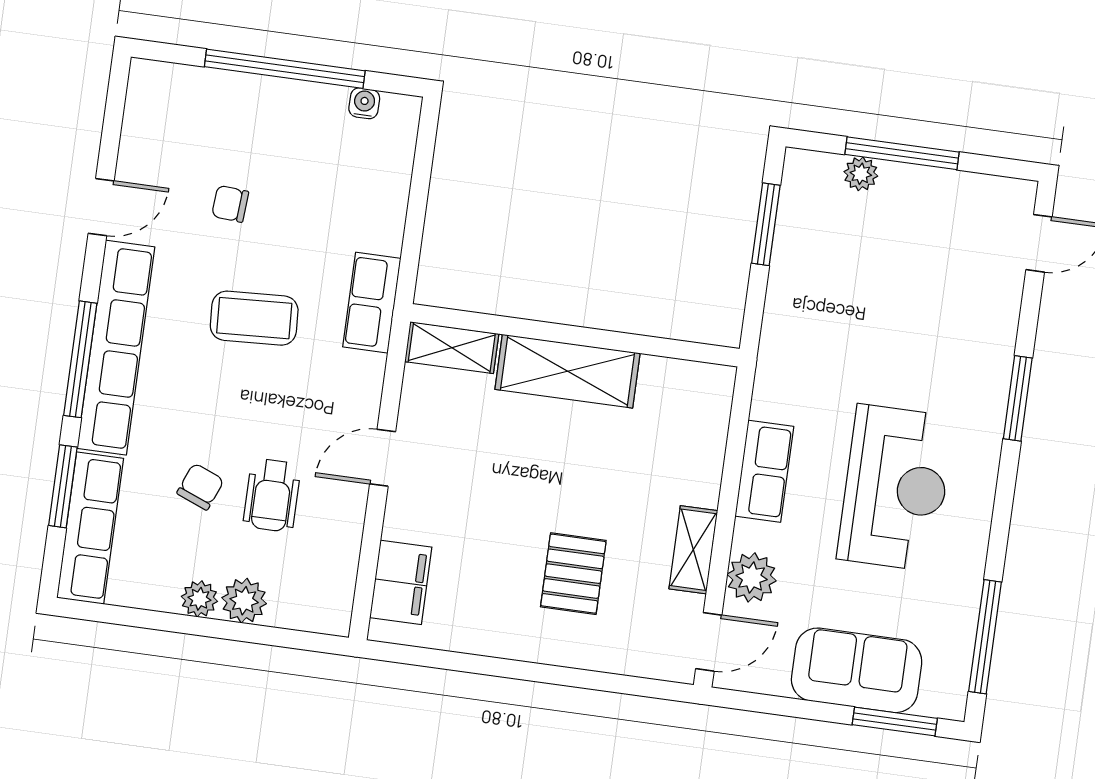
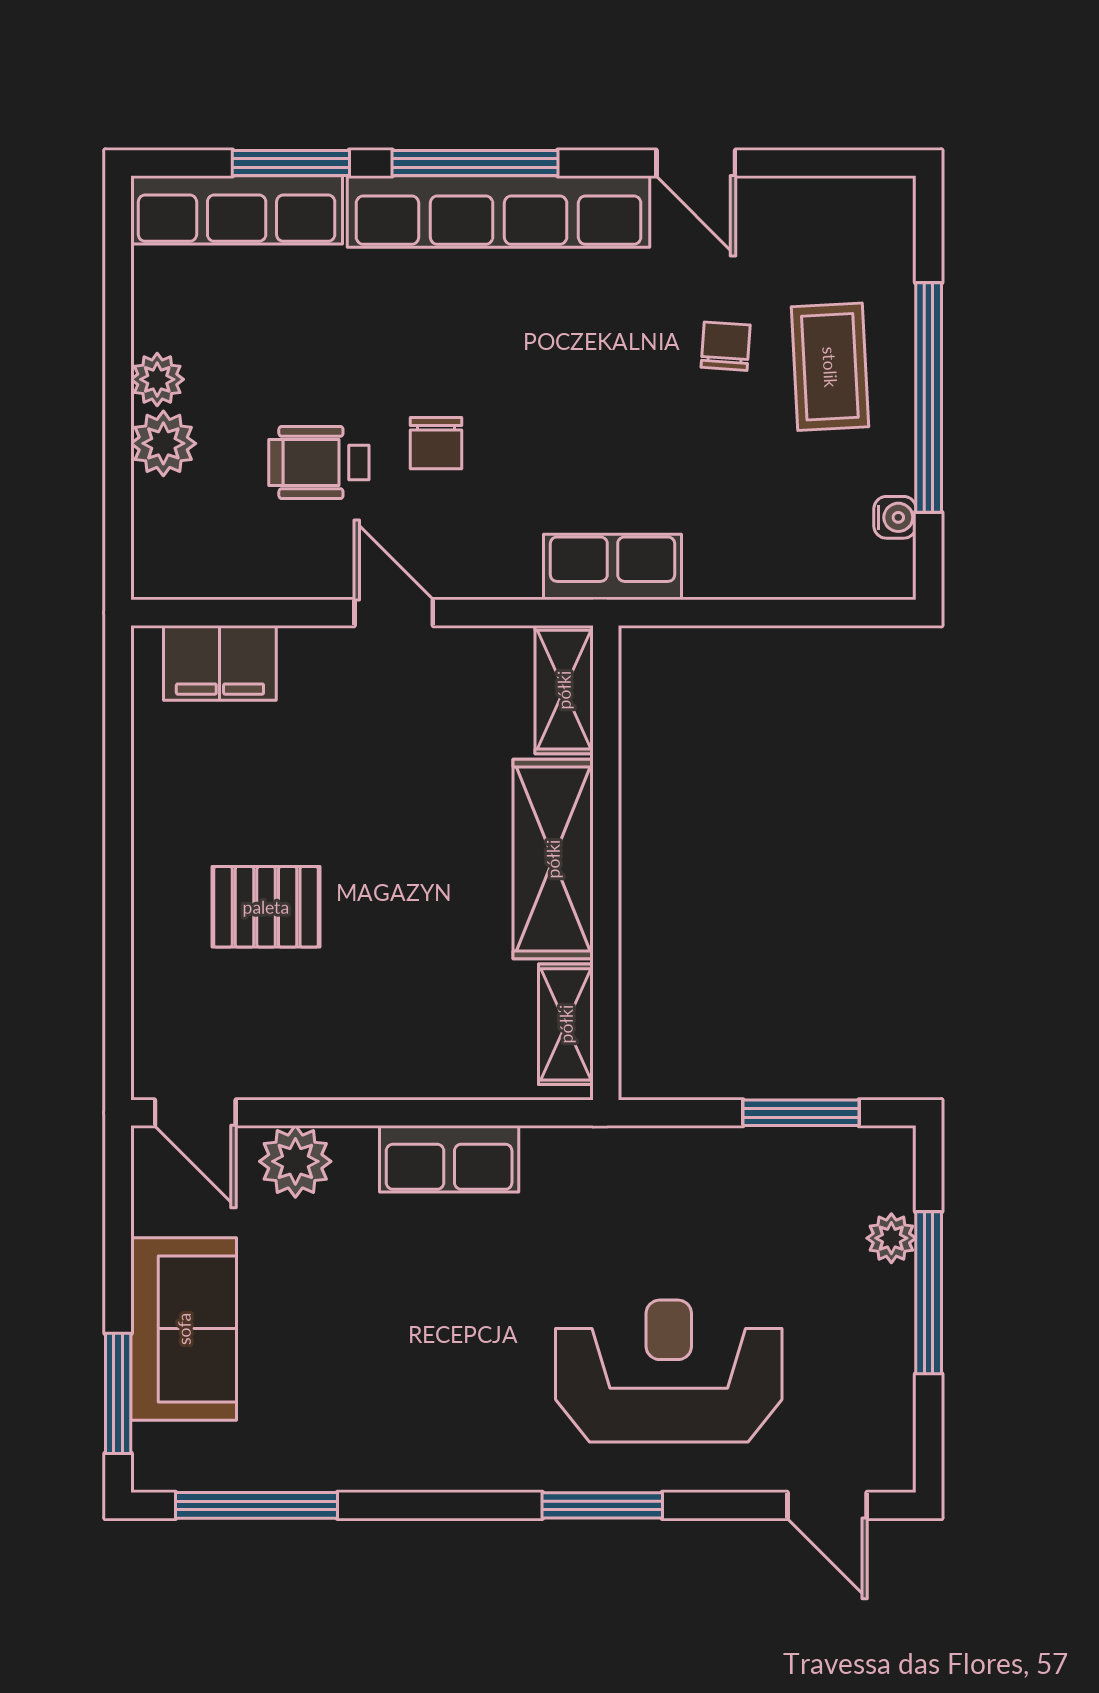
coffee table: (254, 318) -> (830, 367), moved
chair: (200, 487) -> (436, 443), moved, turned 68
reception desk: (896, 488) -> (669, 1371), moved, turned 180
shelving: (693, 550) -> (566, 1024), moved, turned 90

